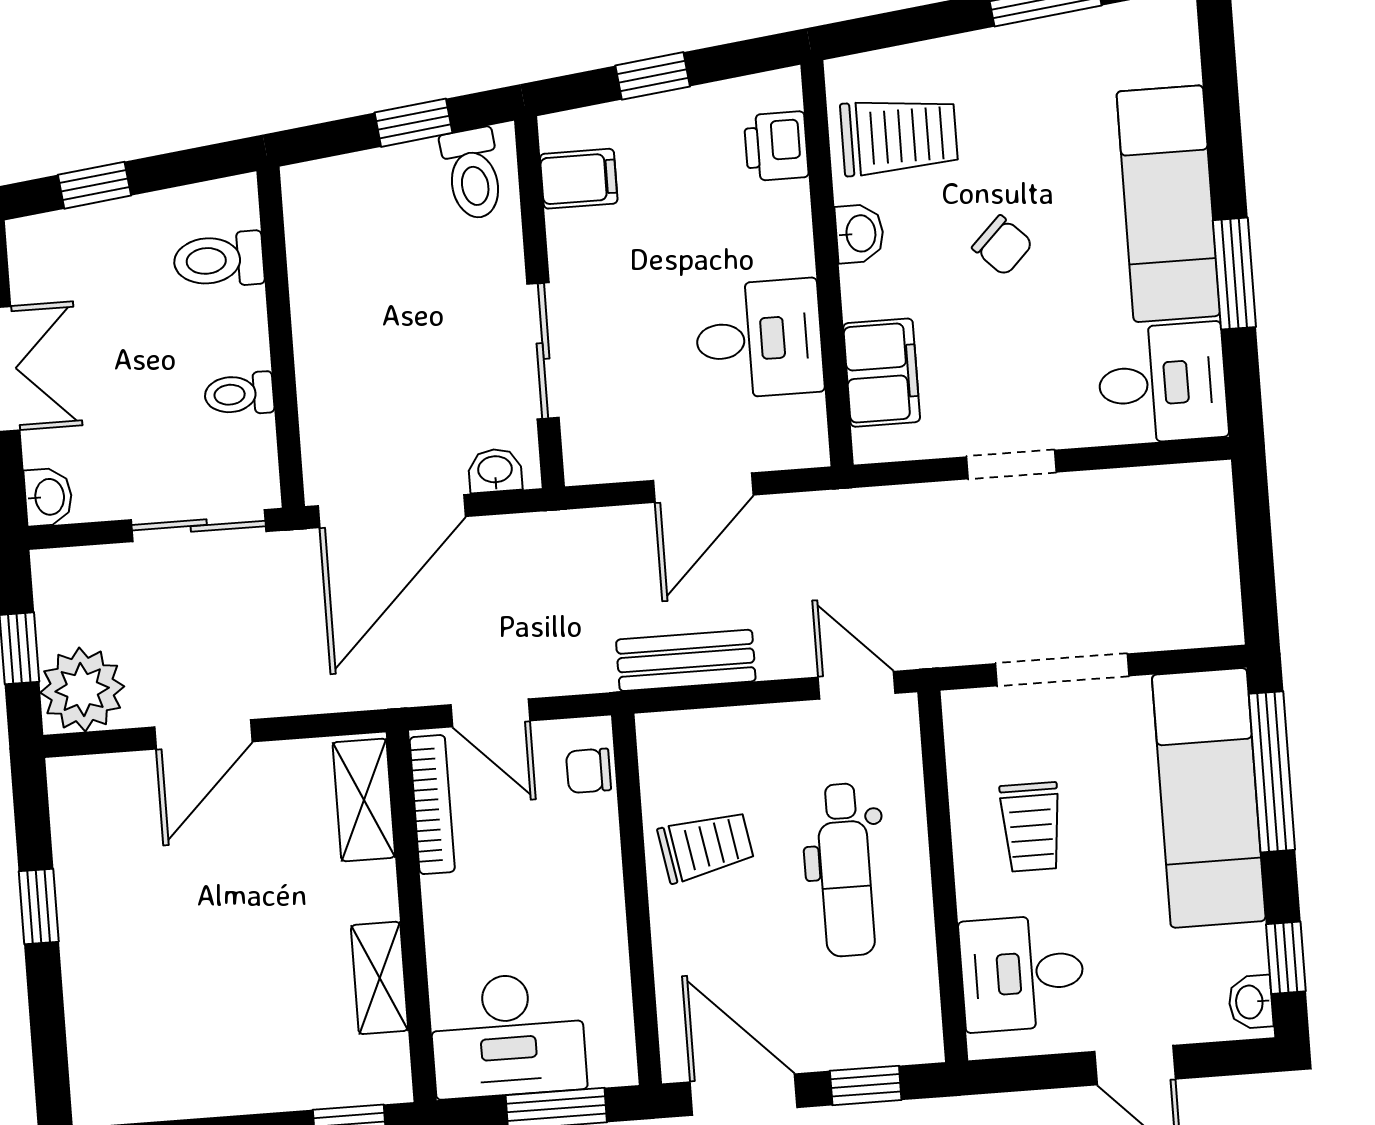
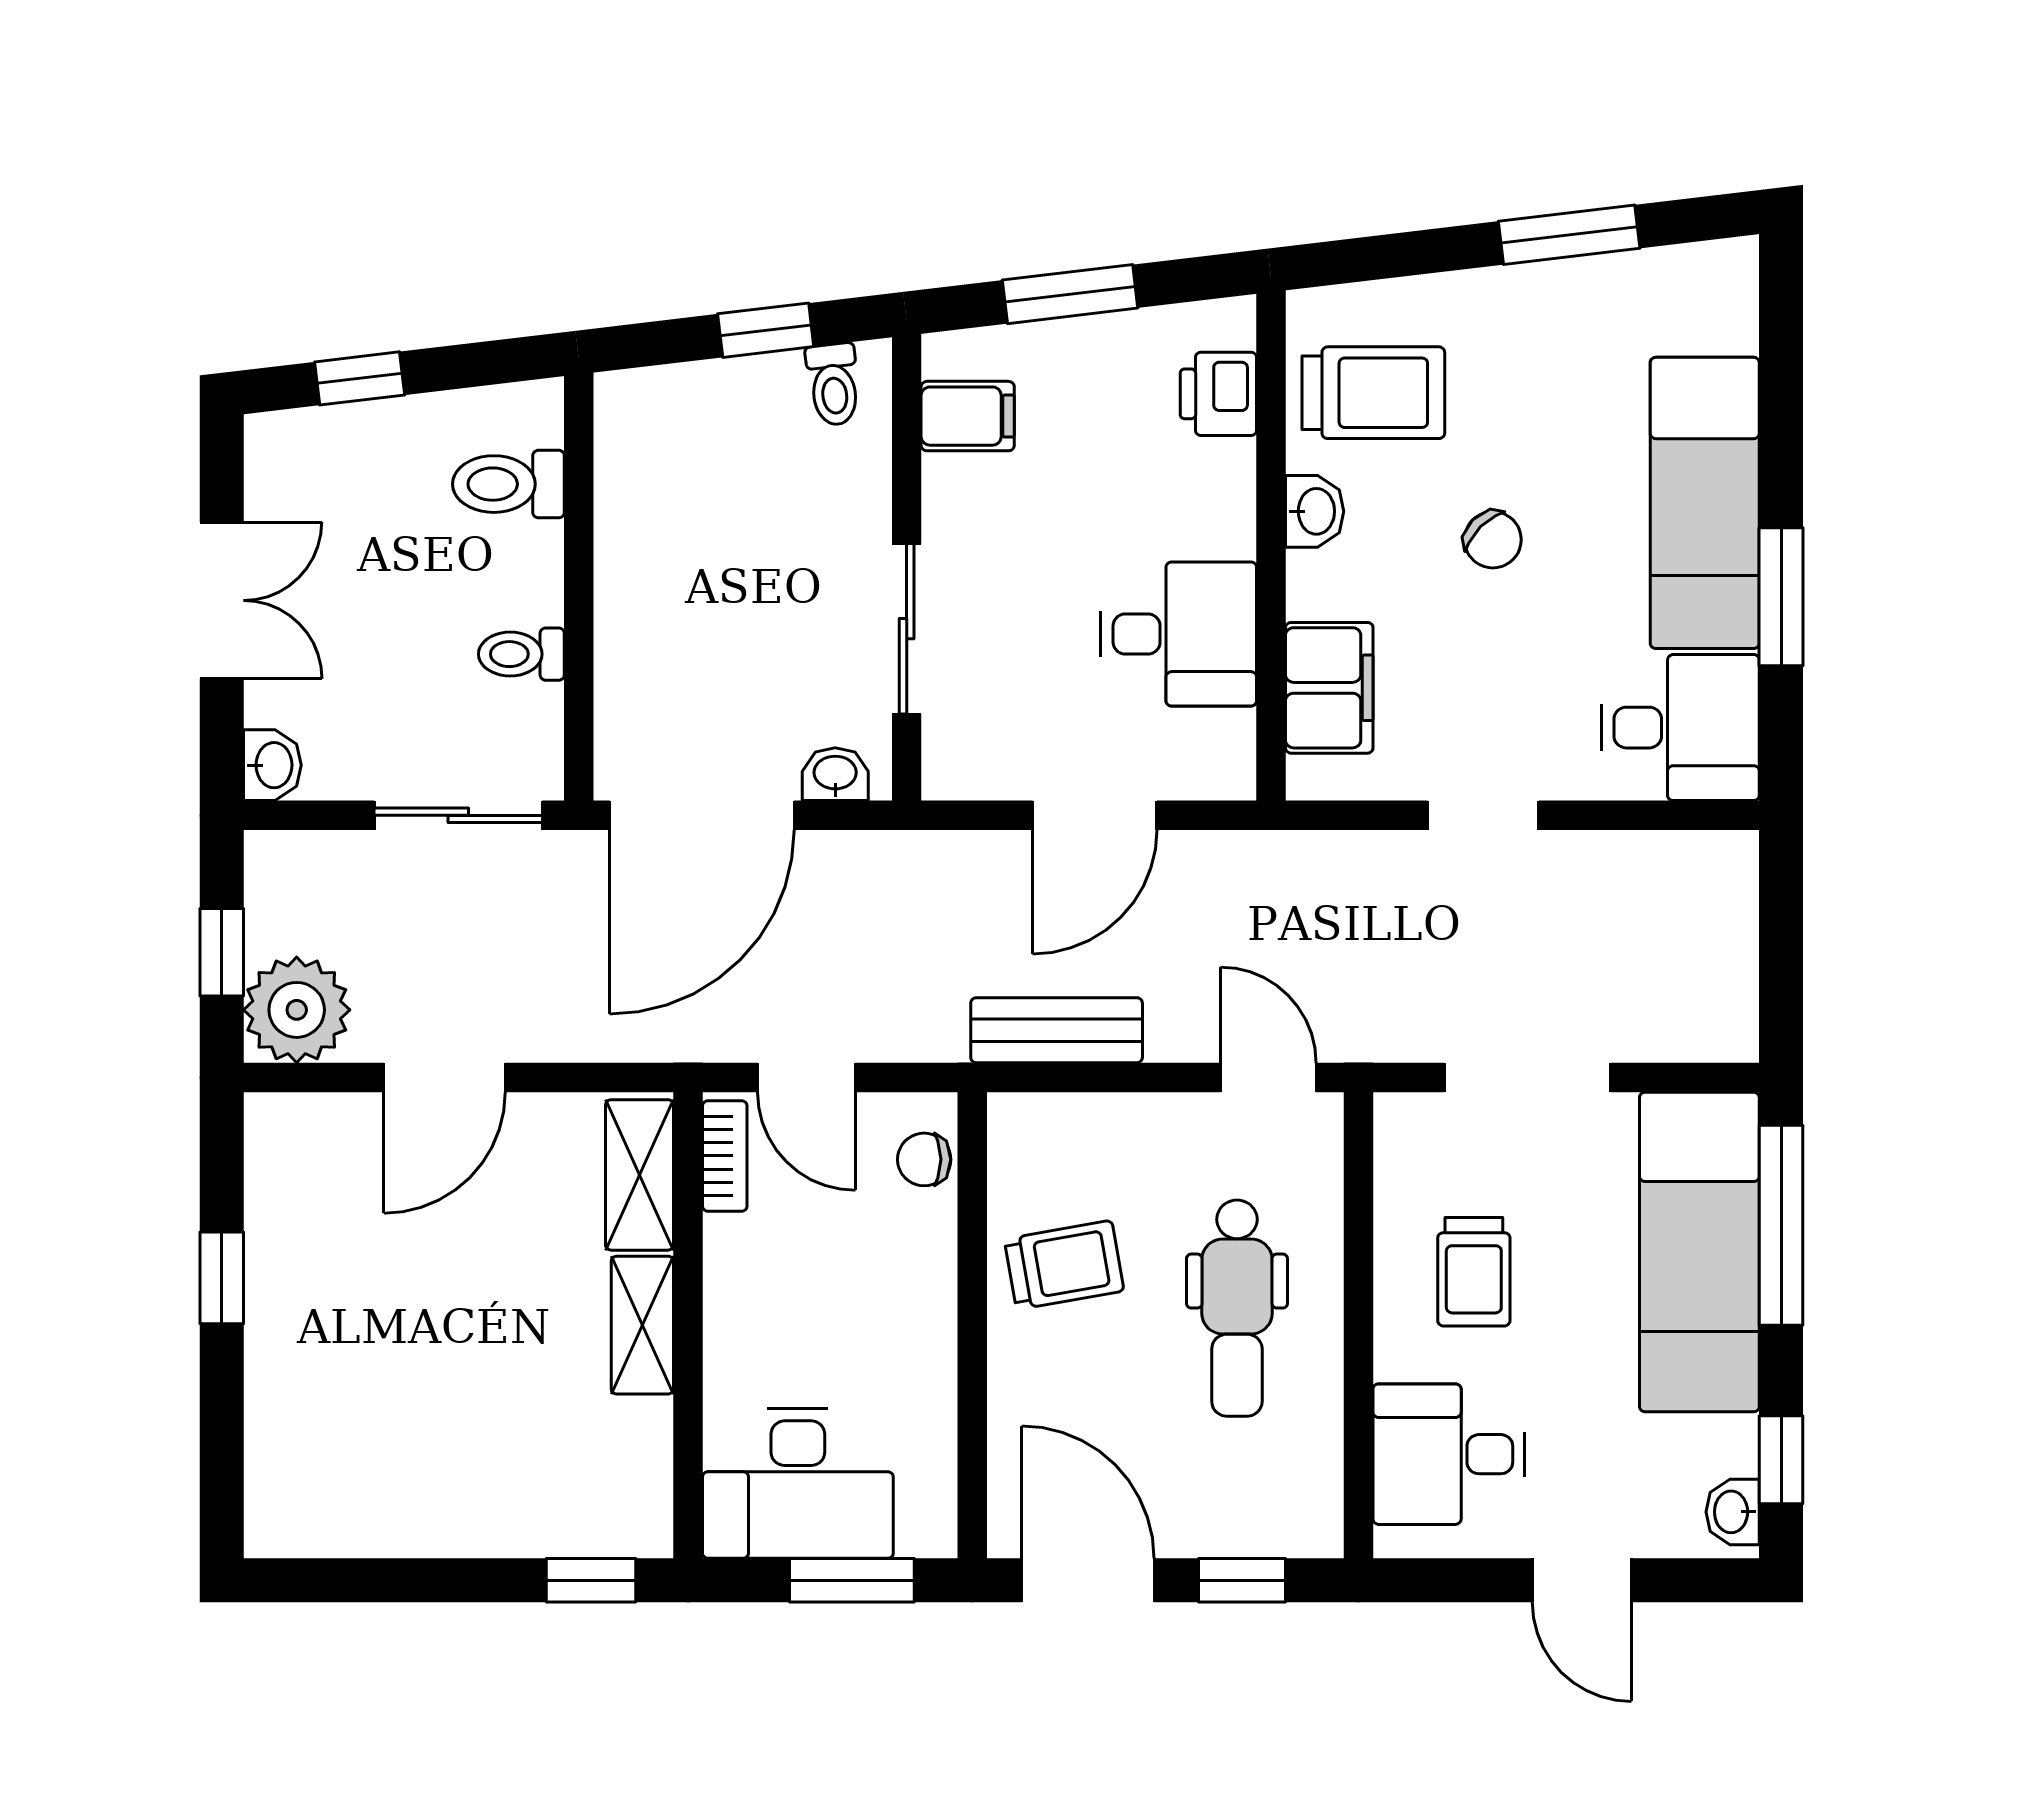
window: (653, 76) -> (1070, 294), width x1.50
toilet: (473, 174) -> (833, 384), width x0.73, depth x0.72
bookcase: (432, 805) -> (725, 1156), width x0.64
shelving: (380, 978) -> (642, 1325), moved

